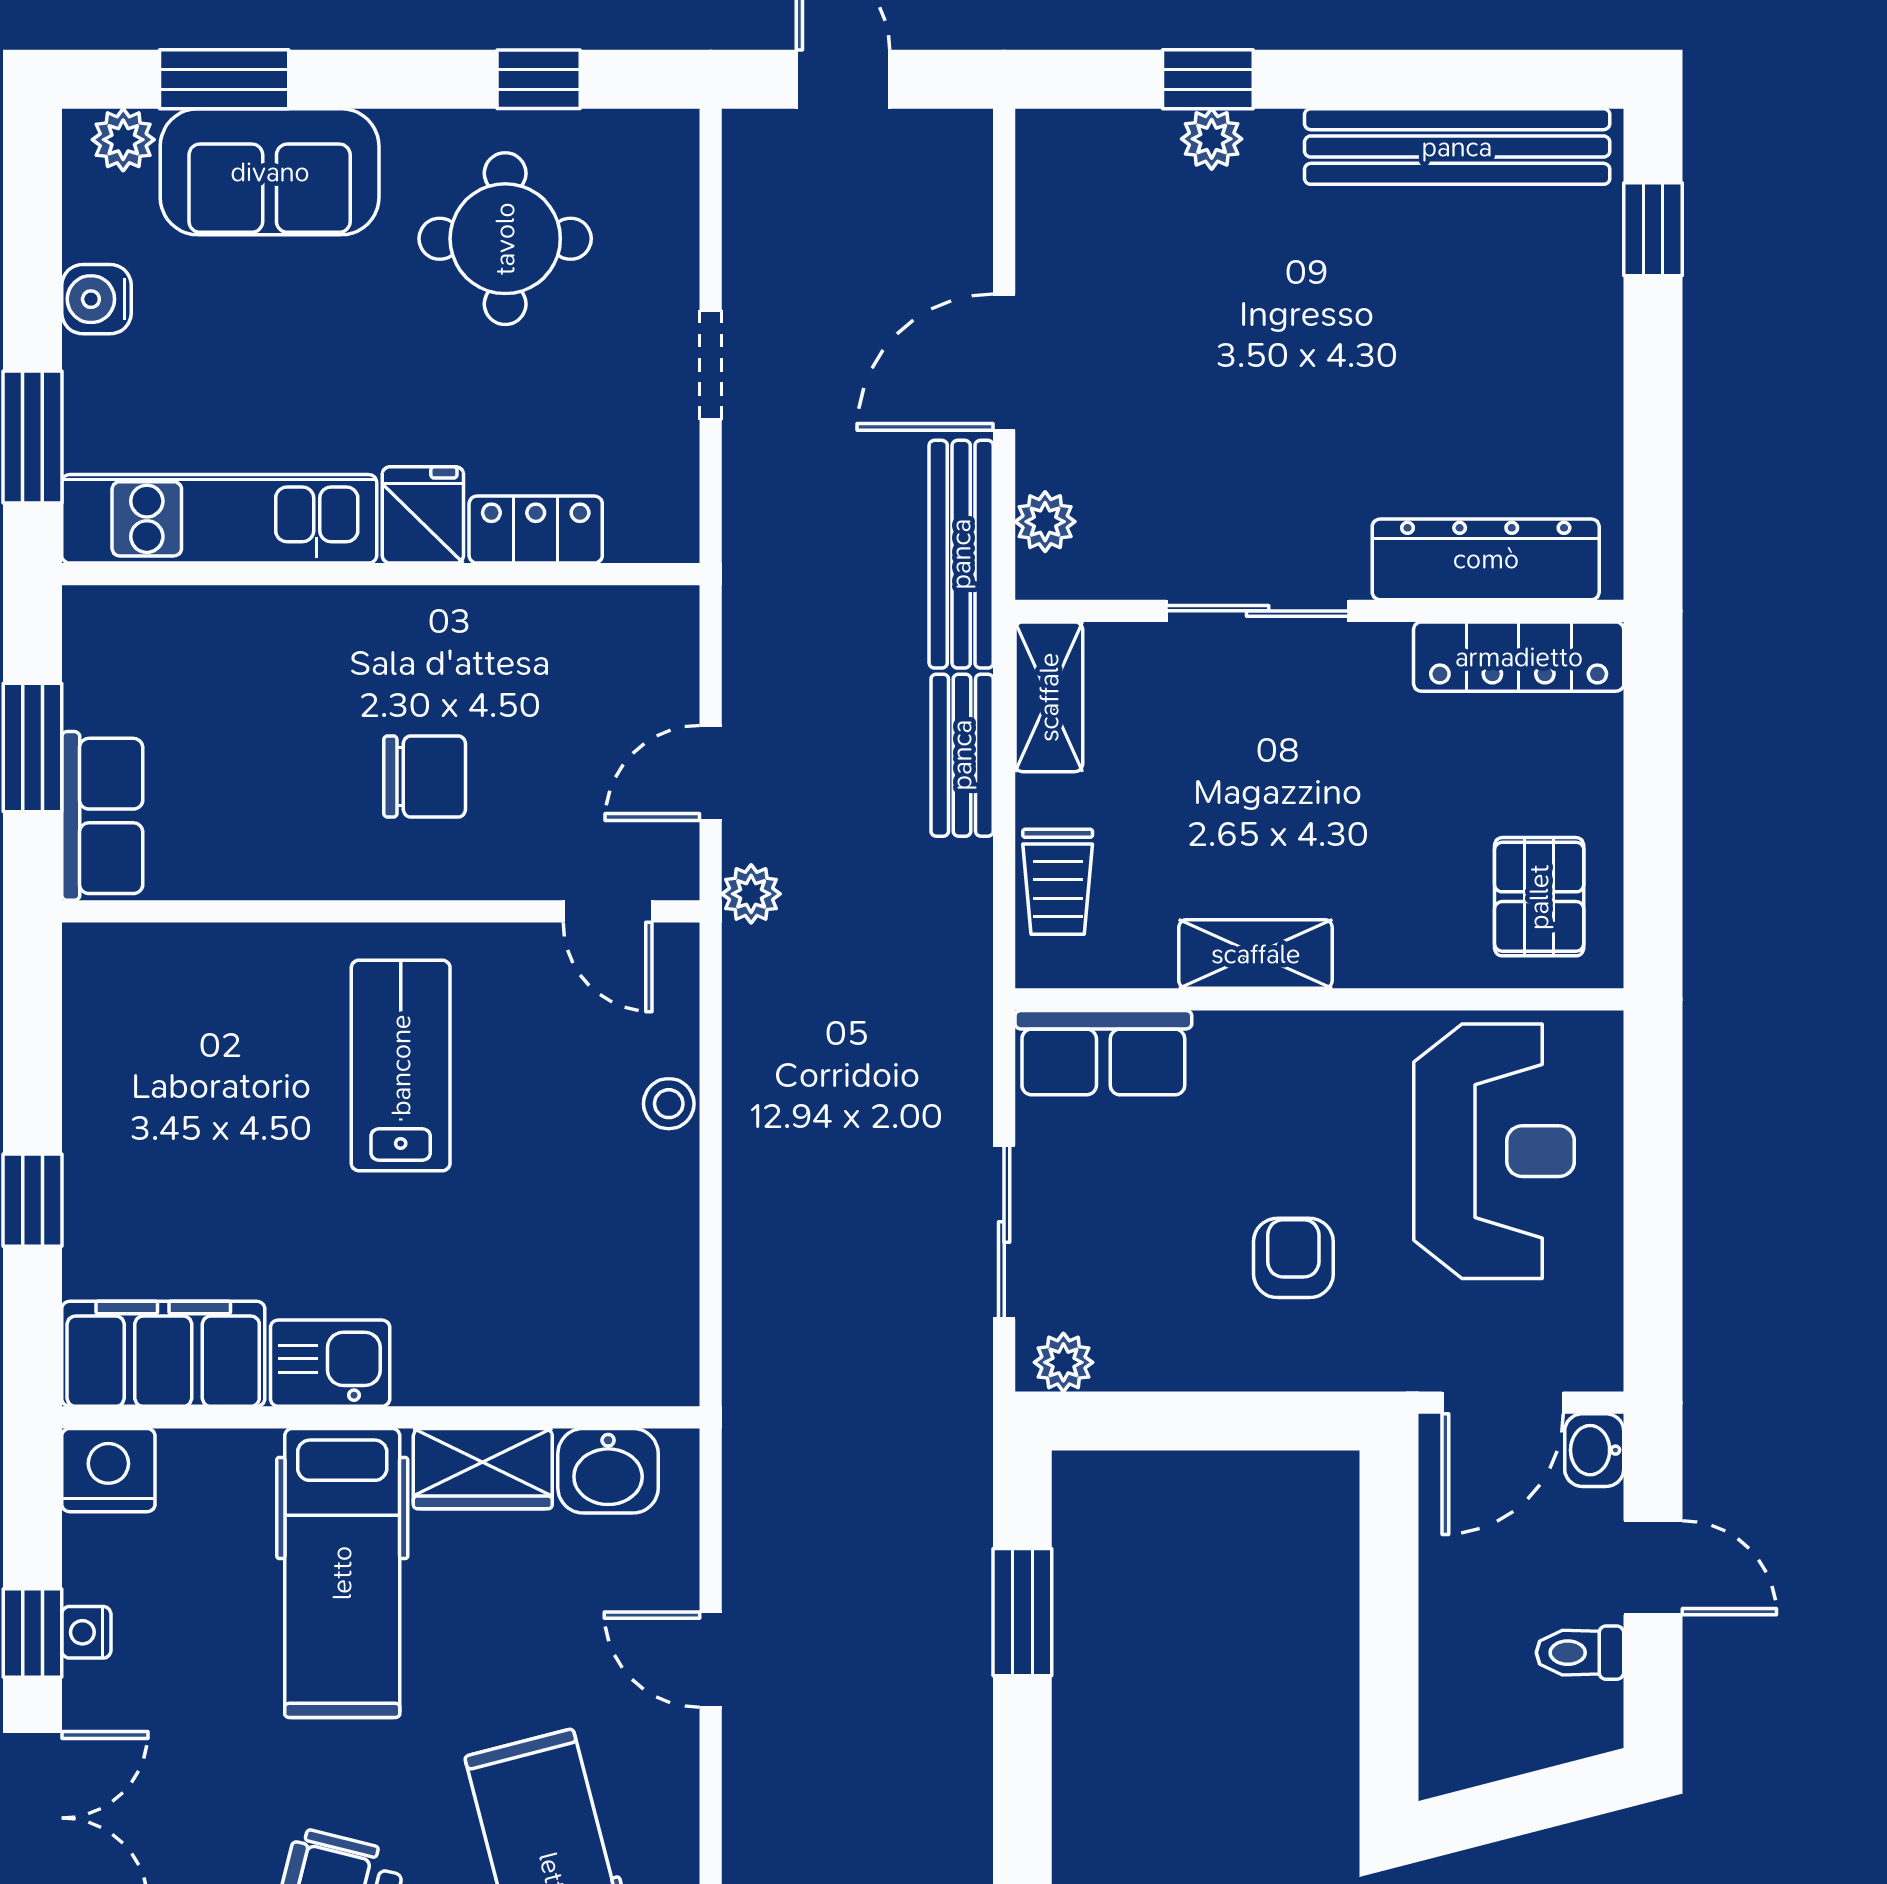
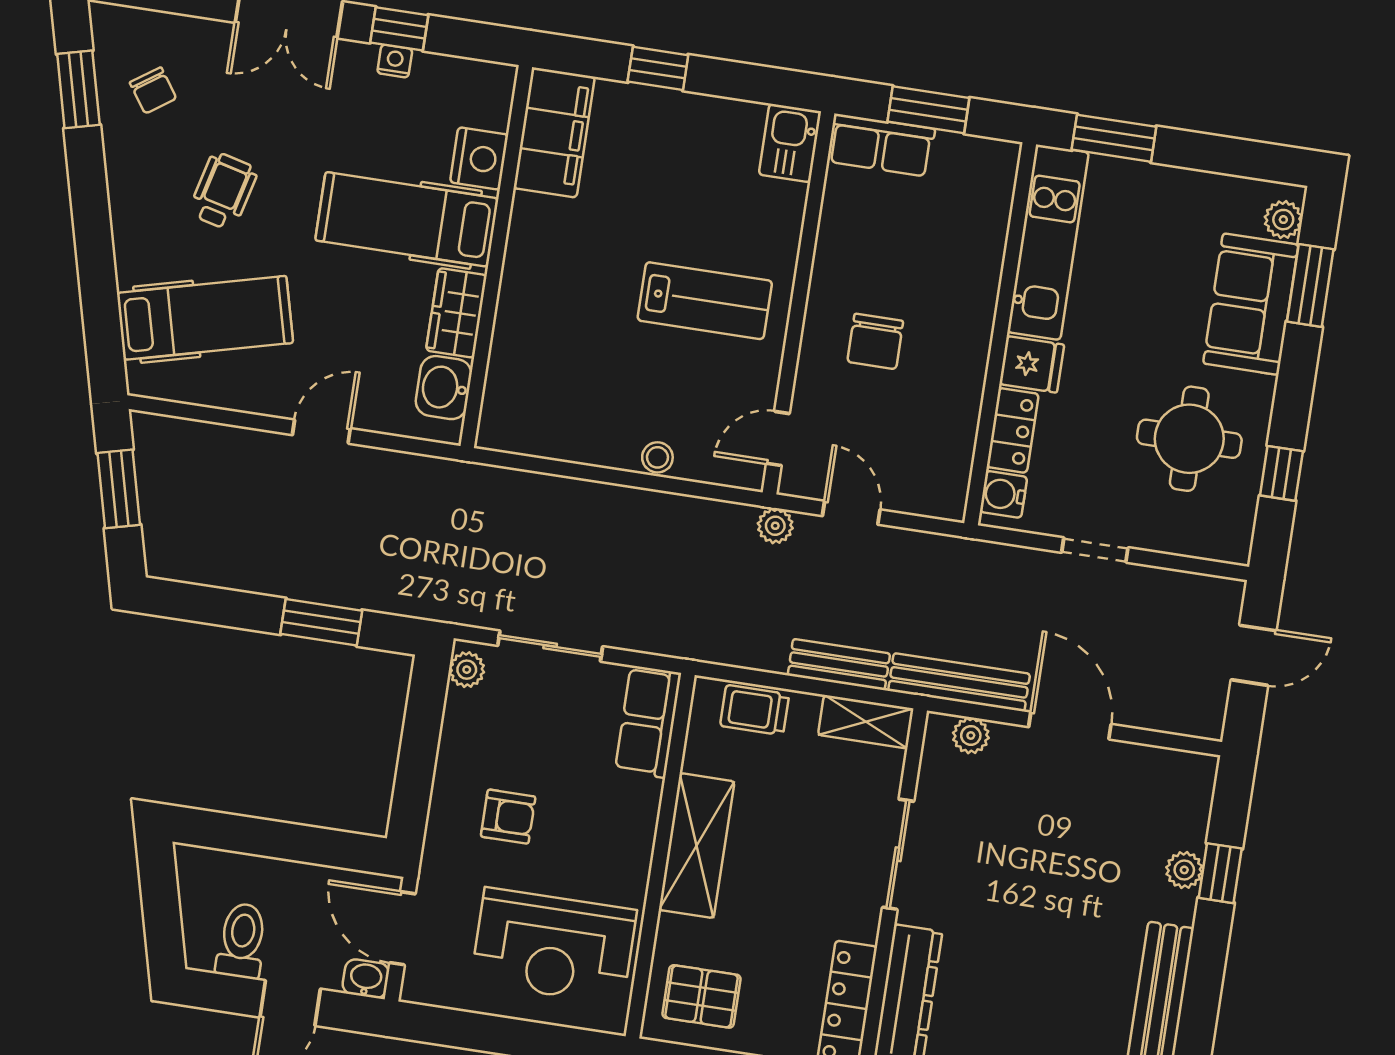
water cooler: (96, 299) -> (1003, 494), moved, turned -90
shelving: (1256, 954) -> (697, 846), width x1.50, depth x1.33
kitchen sink: (330, 1363) -> (790, 143), moved, turned 180
nightstand: (108, 1470) -> (479, 158), moved
toilet: (1580, 1653) -> (242, 941), width x1.37, depth x1.39

